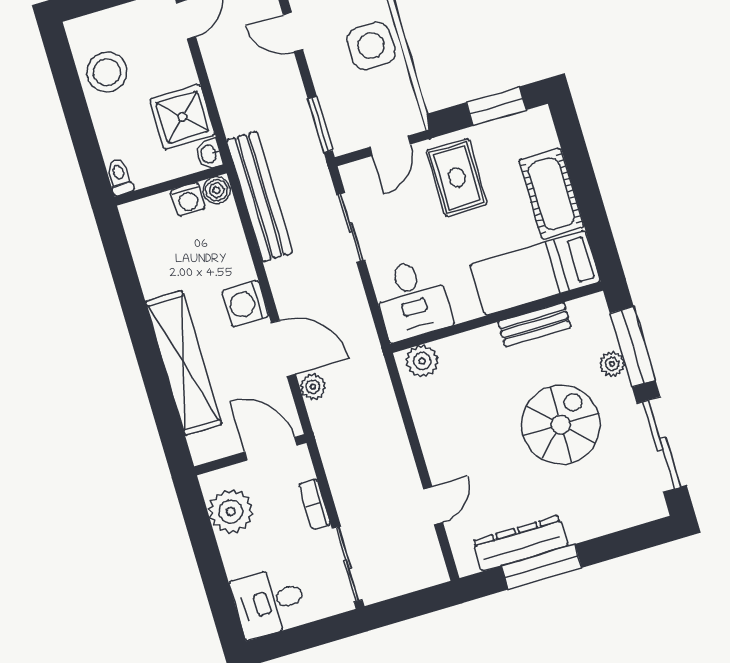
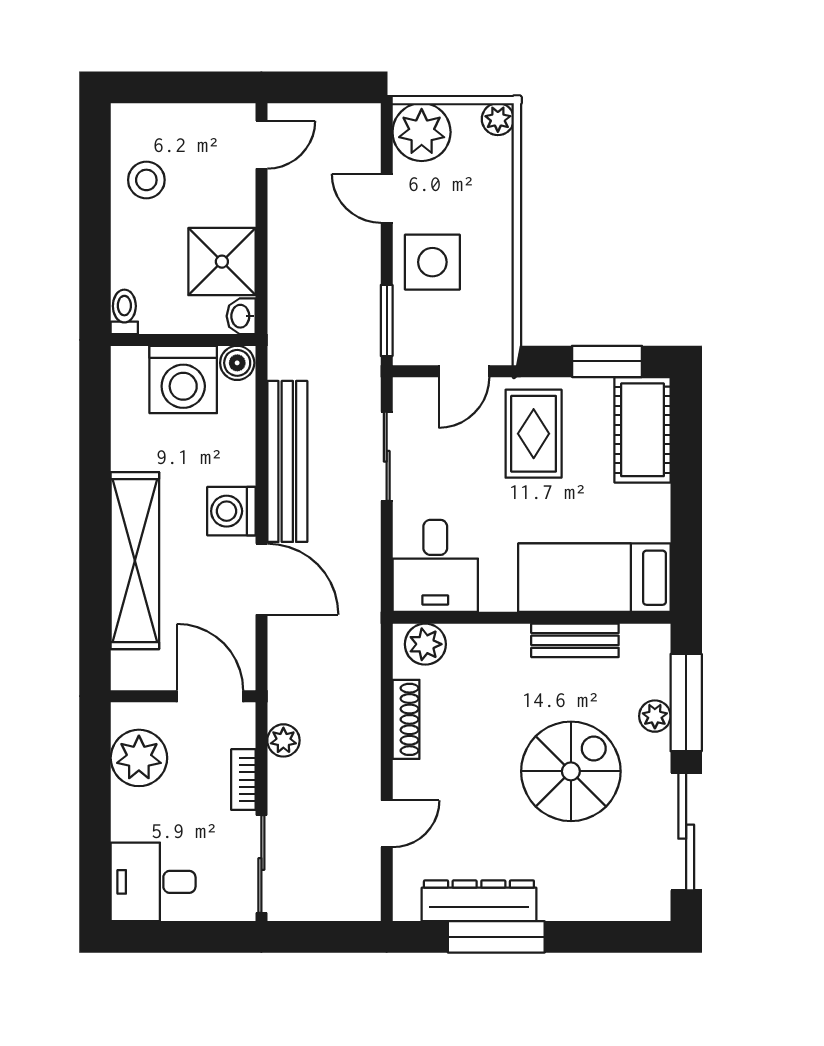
side table: (371, 46) -> (432, 262), moved
stool: (107, 72) -> (146, 180), width x0.73, depth x0.73
cot: (551, 194) -> (642, 430), moved
bench: (260, 196) -> (287, 461), moved
washing machine: (188, 199) -> (183, 379), width x1.89, depth x1.89
plant: (313, 387) -> (283, 740), moved
shoe rack: (424, 422) -> (406, 719), added

